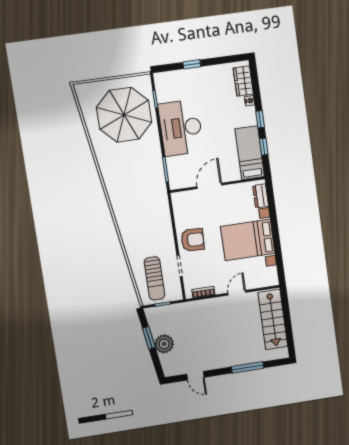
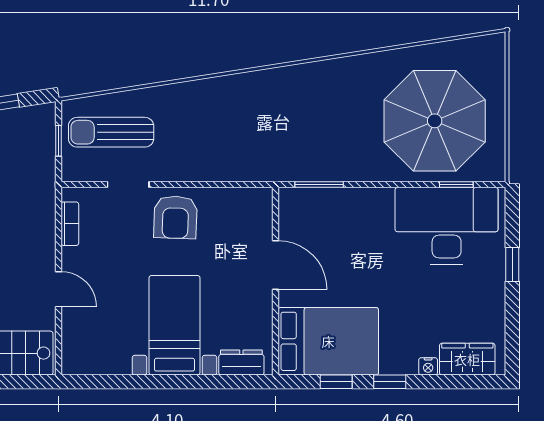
desk: (181, 128) -> (447, 226), moved
bed: (250, 153) -> (328, 341), width x1.50
bed with nightstands: (248, 240) -> (175, 325), width x0.73

